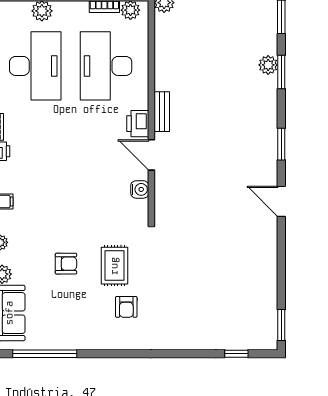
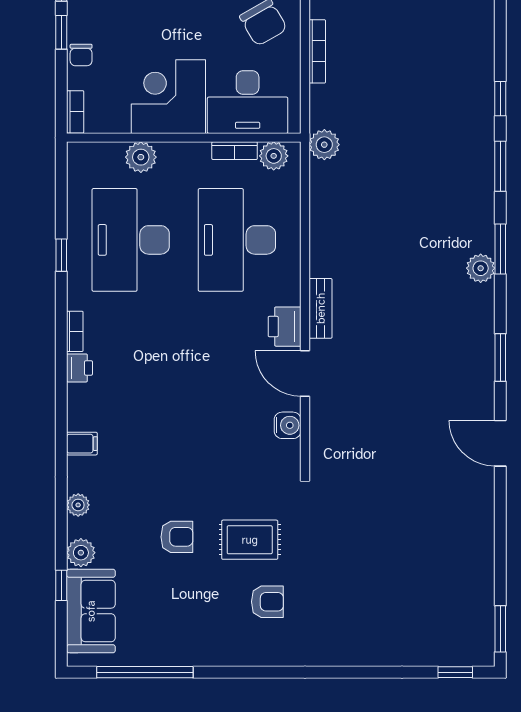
plant: (268, 65) -> (481, 268), moved
desk: (35, 66) -> (131, 240), turned 180
rug: (114, 266) -> (250, 540), turned 90
armchair: (126, 307) -> (267, 602), turned -90
window: (236, 354) -> (455, 672), moved

